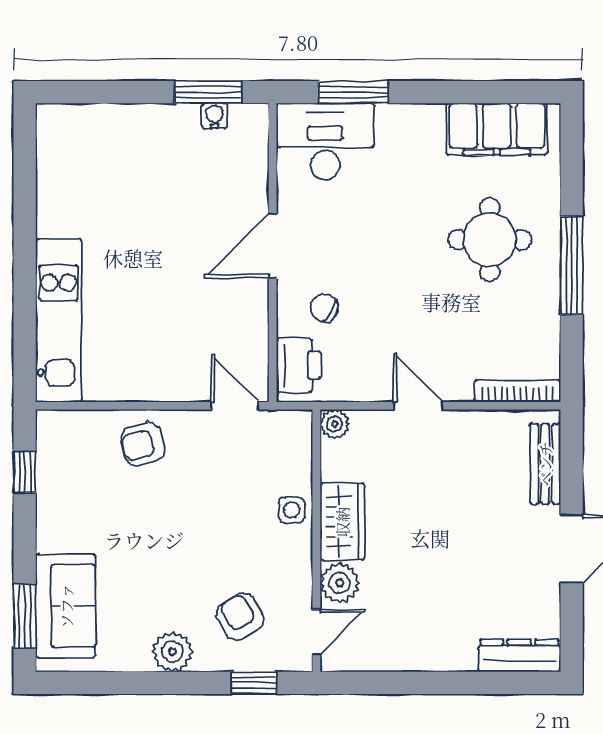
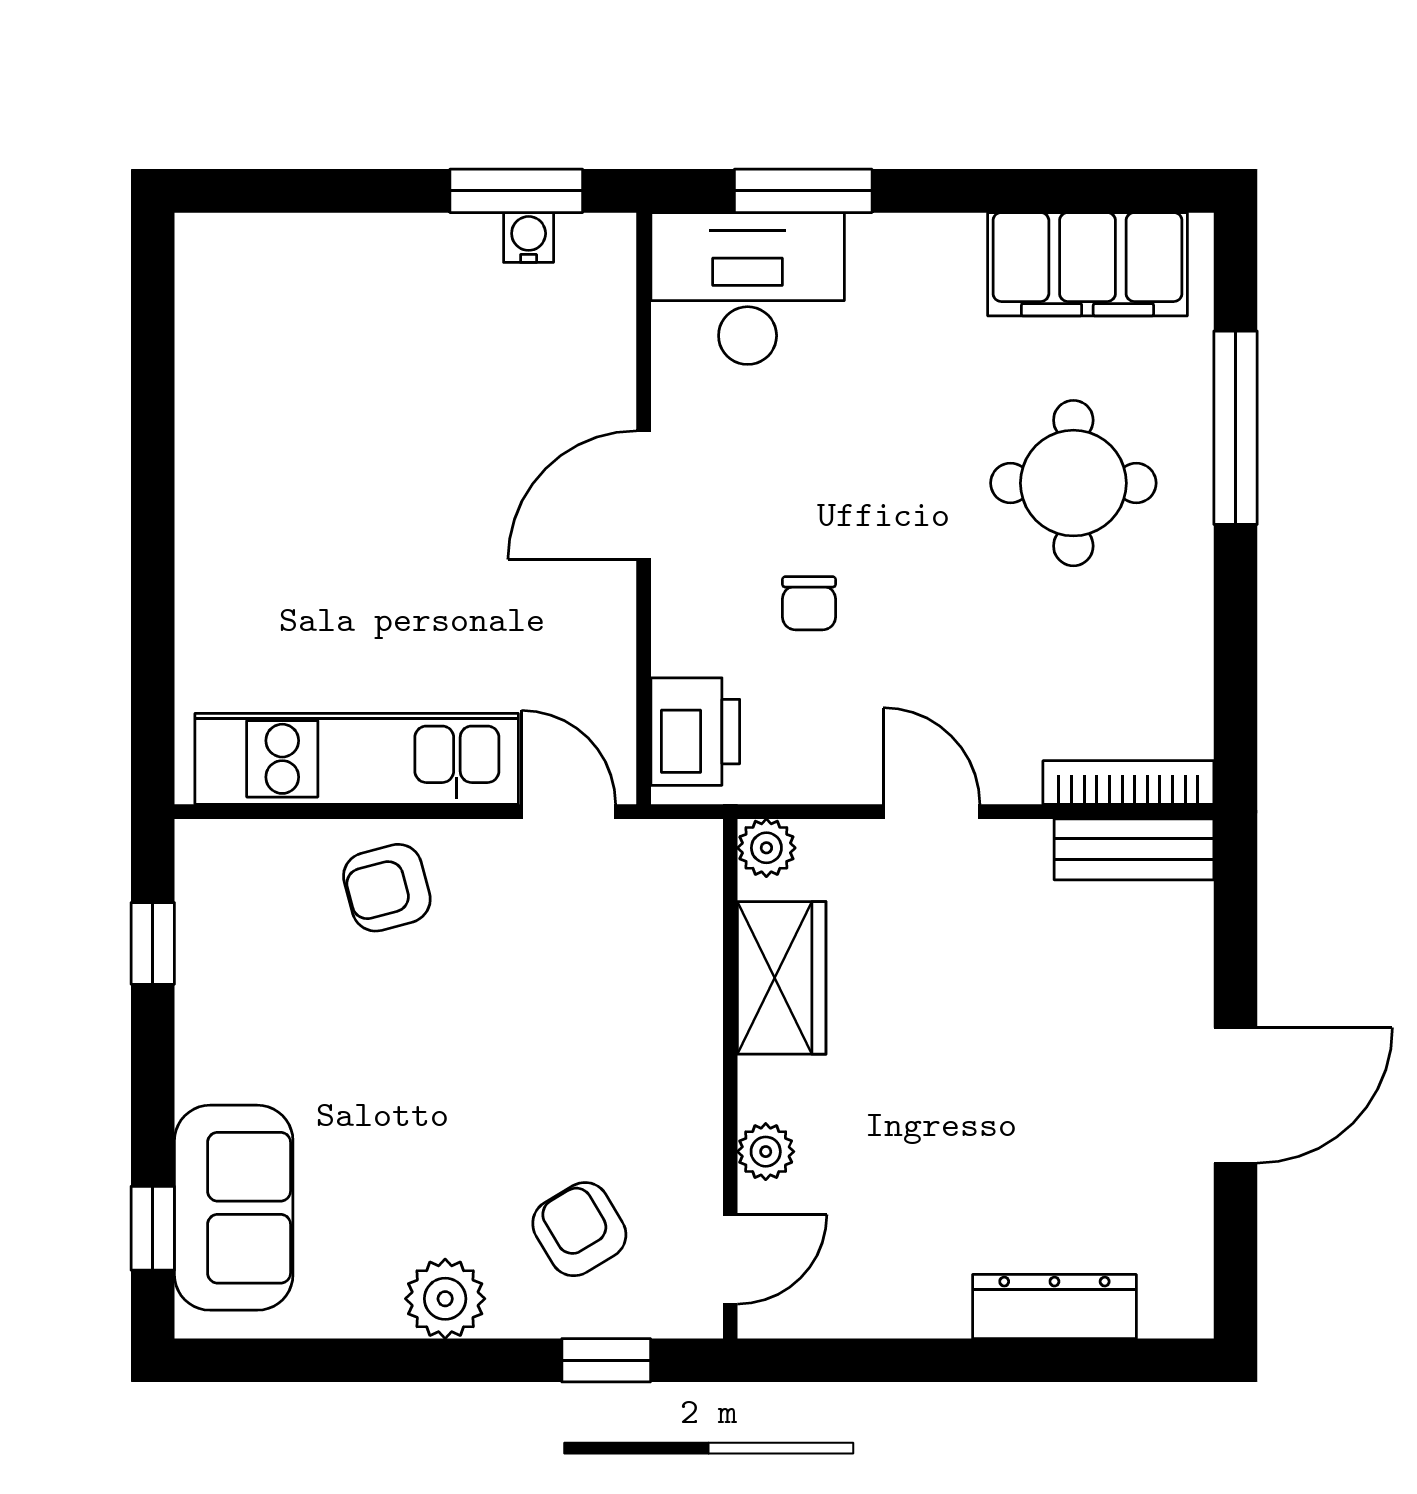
window: (572, 266) -> (1236, 428), moved
chair: (324, 308) -> (809, 603), moved, turned -118
kitchen unit: (59, 320) -> (357, 759), moved, turned -90
bench: (545, 464) -> (1134, 849), moved, turned 90
side table: (292, 510) -> (681, 1018), removed
wardrobe: (342, 522) -> (782, 978), moved
plant: (340, 583) -> (766, 1152), width x0.73, depth x0.73
window: (25, 616) -> (153, 1228), width x0.67
dresser: (519, 656) -> (1054, 1307), moved

